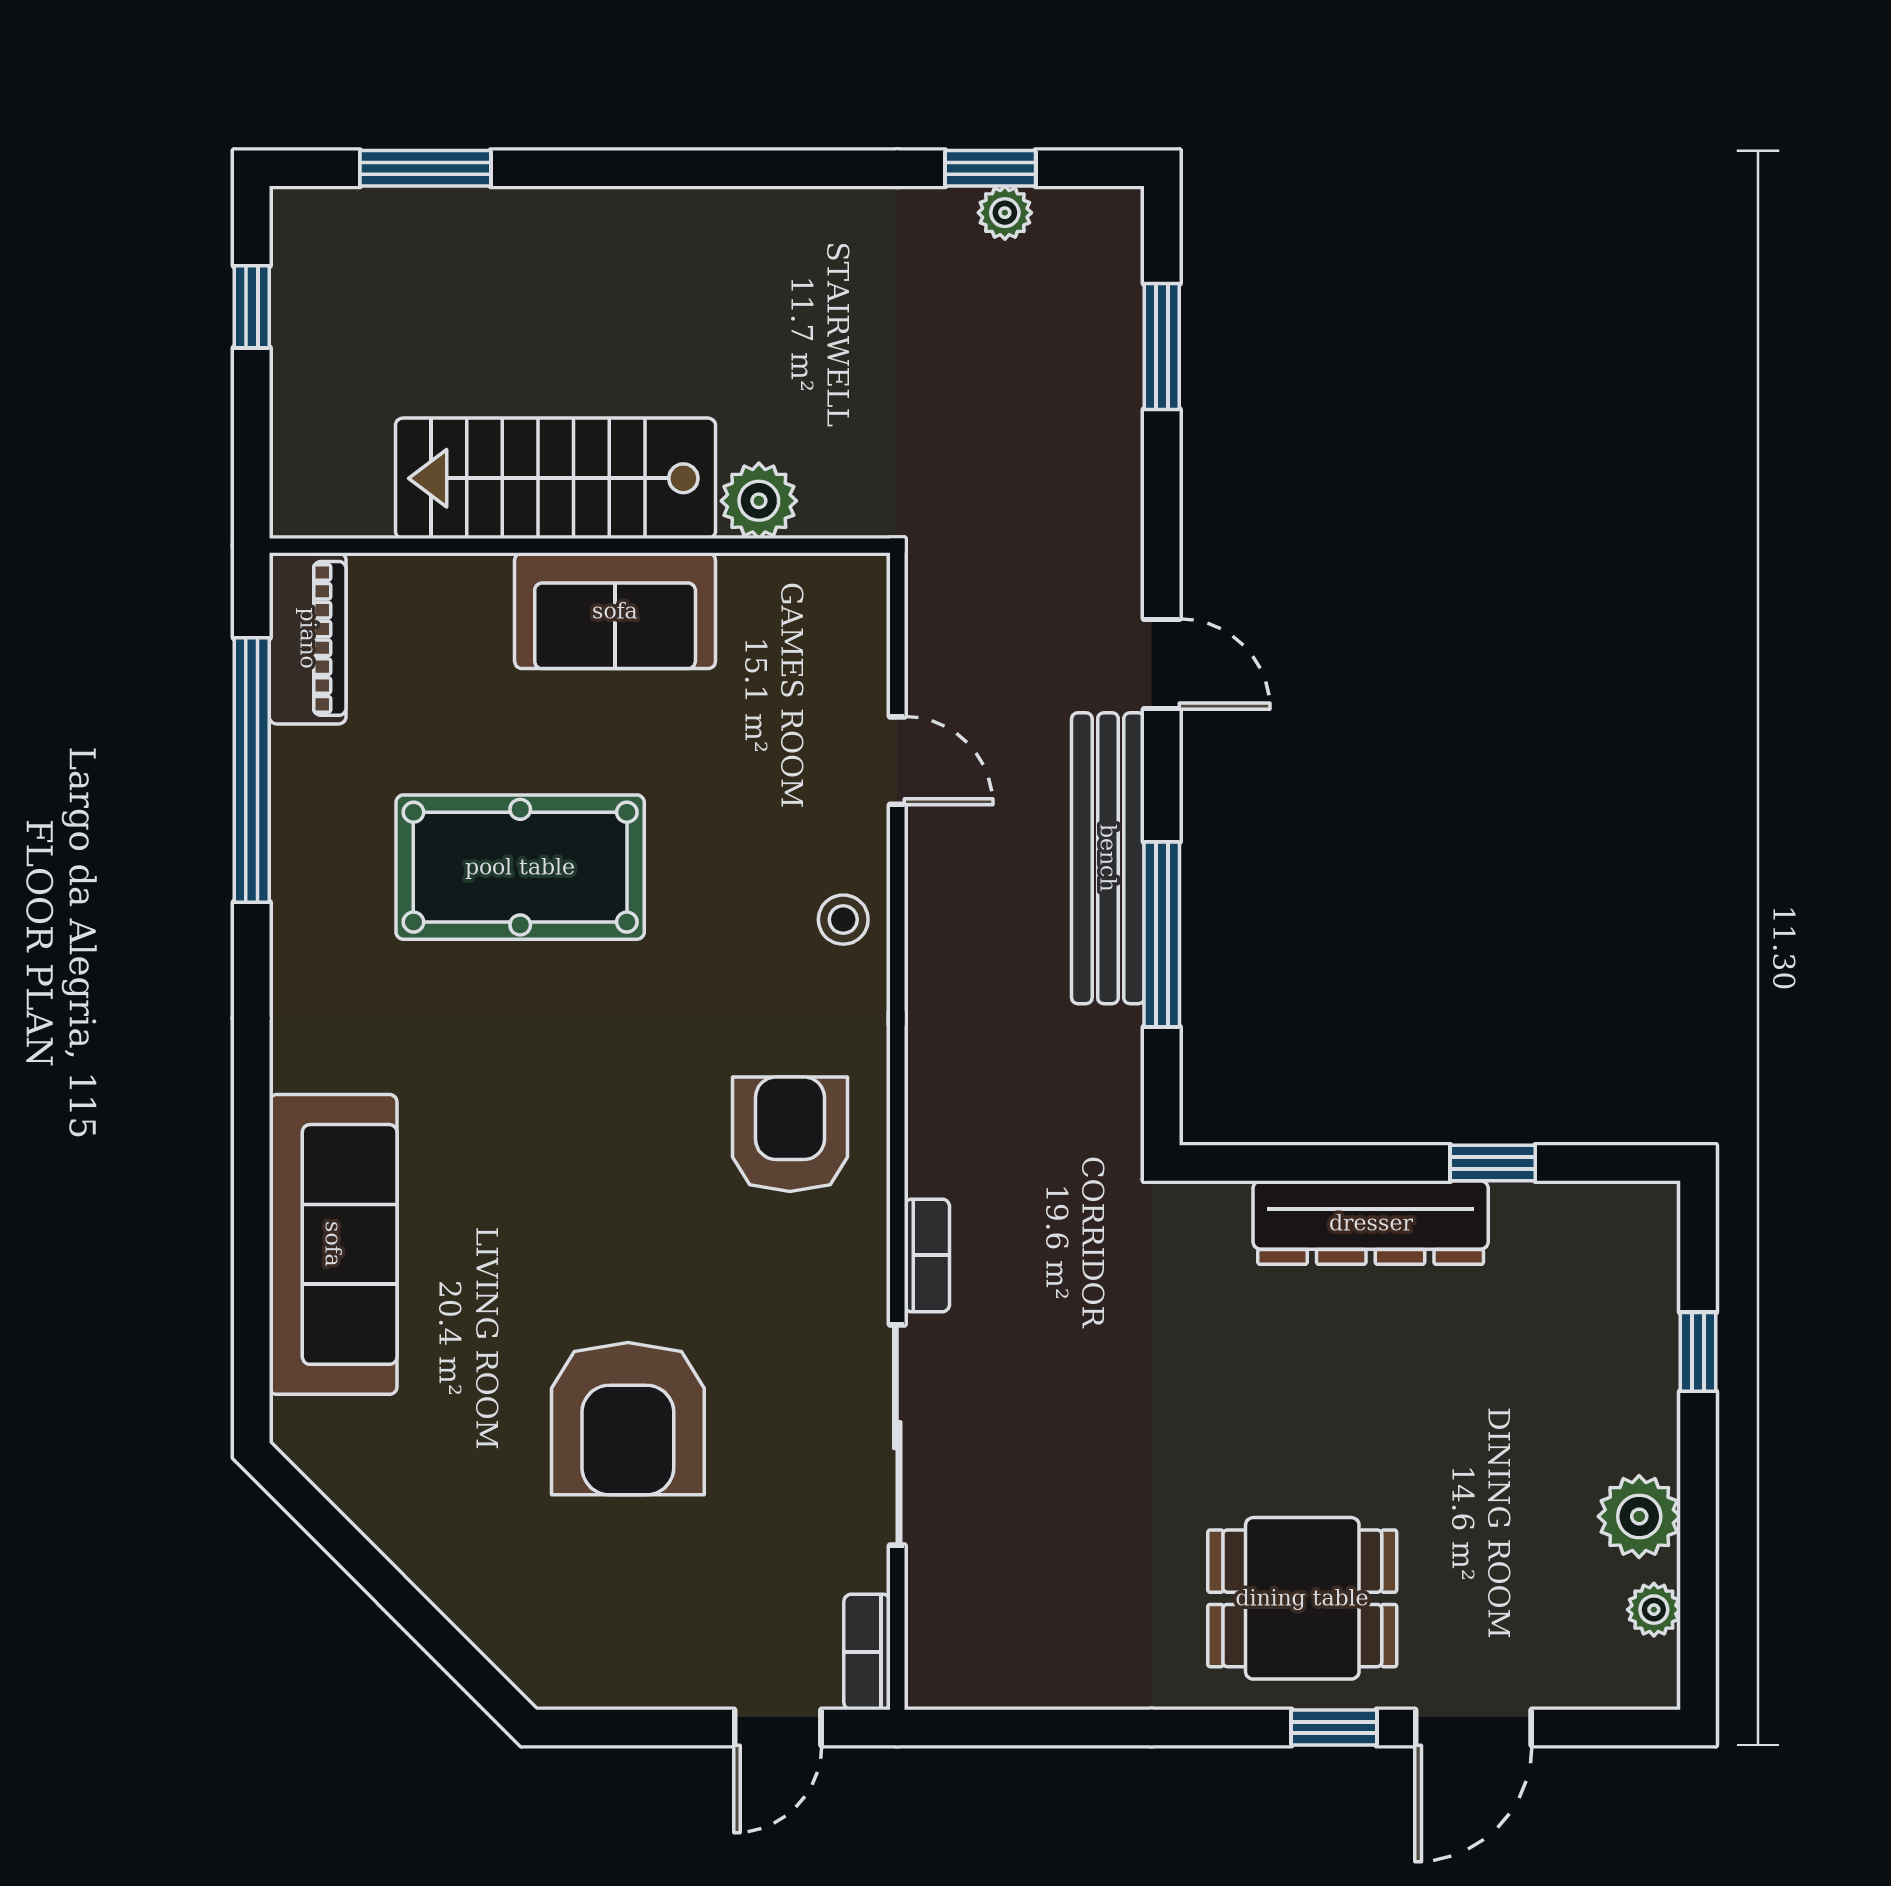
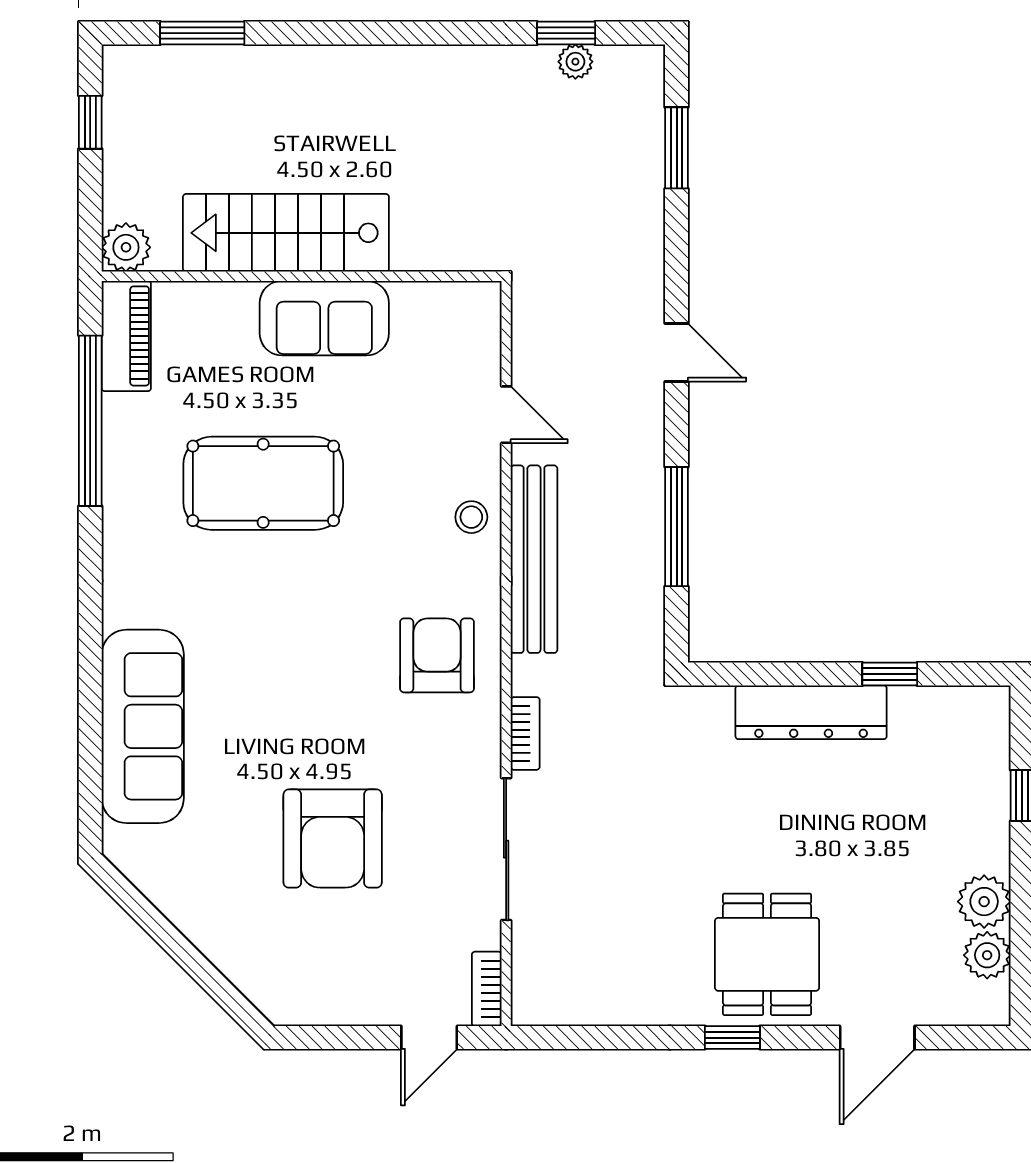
plant: (759, 501) -> (126, 247), moved
bench: (1108, 858) -> (534, 559), moved
dining table: (1302, 1598) -> (767, 954), turned 90
plant: (1654, 1610) -> (987, 955), width x1.38, depth x1.38
window: (1334, 1727) -> (732, 1038), moved

